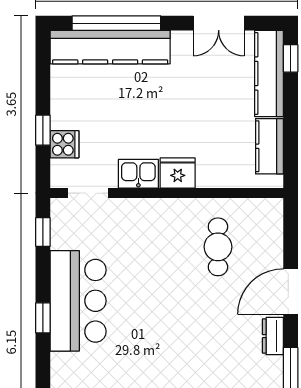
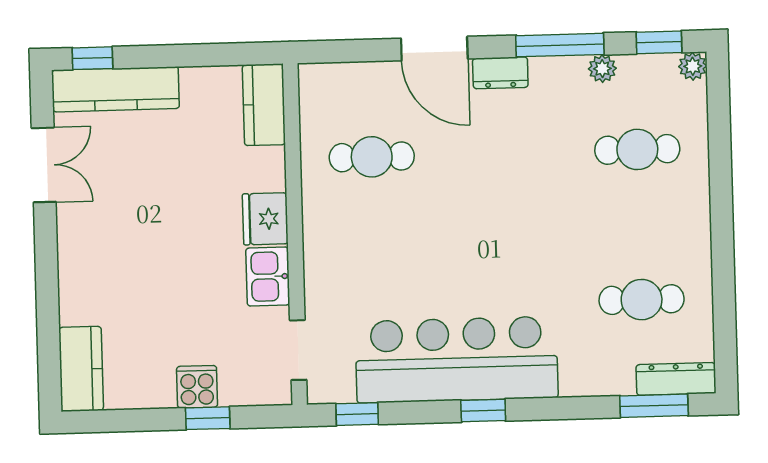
window: (116, 23) -> (48, 315), removed
kitchen counter: (110, 47) -> (81, 369), width x0.48, depth x0.86
cooker: (65, 144) -> (197, 387), moved
kitchen counter: (269, 146) -> (264, 105), moved, turned 90
bar counter: (78, 301) -> (457, 360), width x1.36

